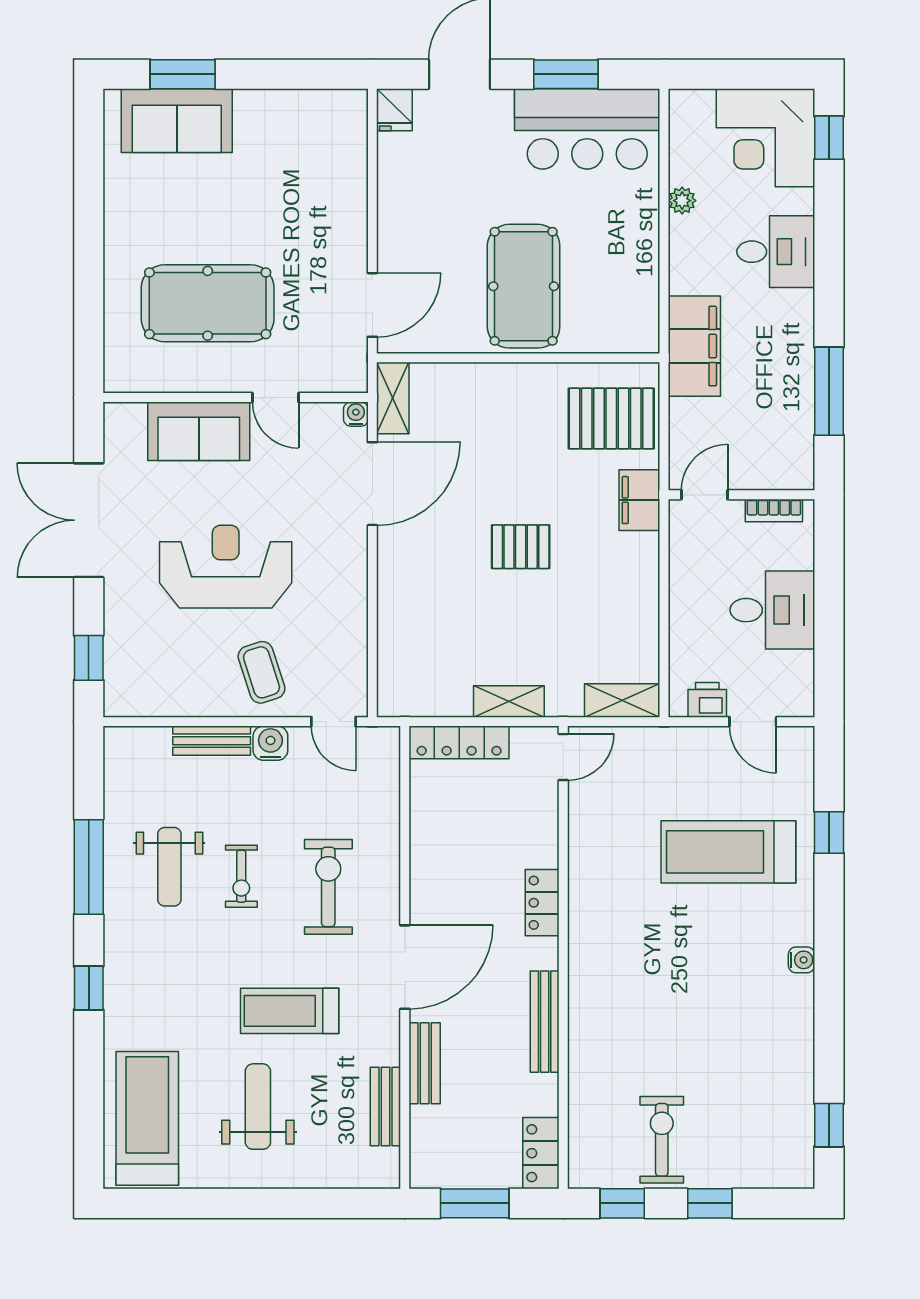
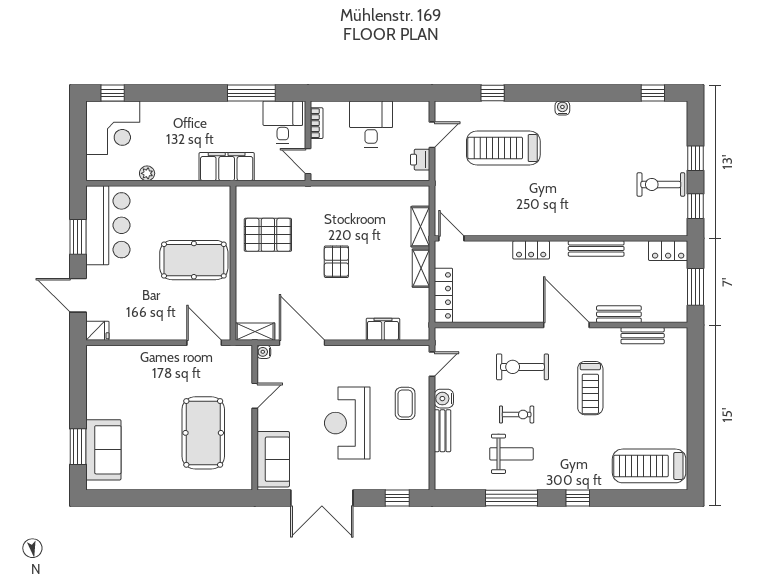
desk: (776, 252) -> (283, 122), moved
pallet: (611, 419) -> (268, 235), moved, turned 90
sofa: (199, 431) -> (273, 459), moved
filing cabinet: (639, 500) -> (383, 329), moved, turned 180
coffee table: (261, 672) -> (405, 403), turned -72
shelving: (622, 700) -> (420, 227), moved
treadmill: (728, 852) -> (503, 148), turned 90
weight bench: (258, 1107) -> (643, 405), removed

